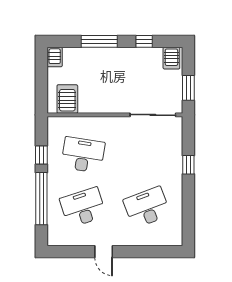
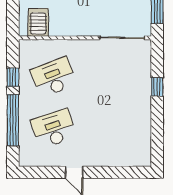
desk: (83, 155) -> (54, 77), turned -30
desk: (147, 207) -> (116, 129), removed

